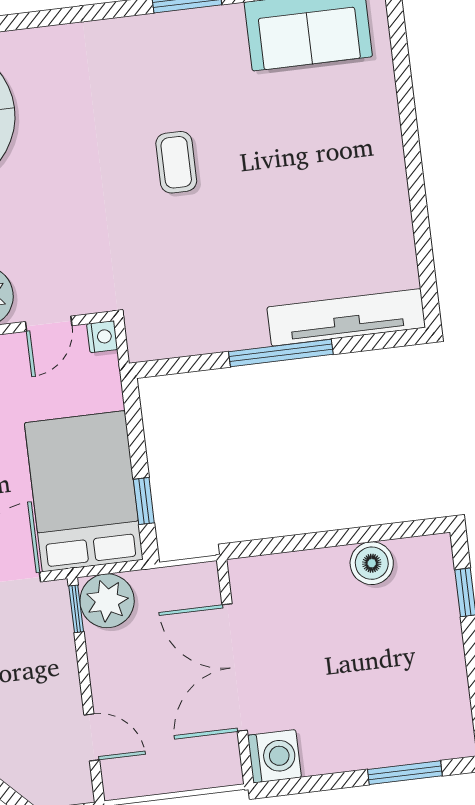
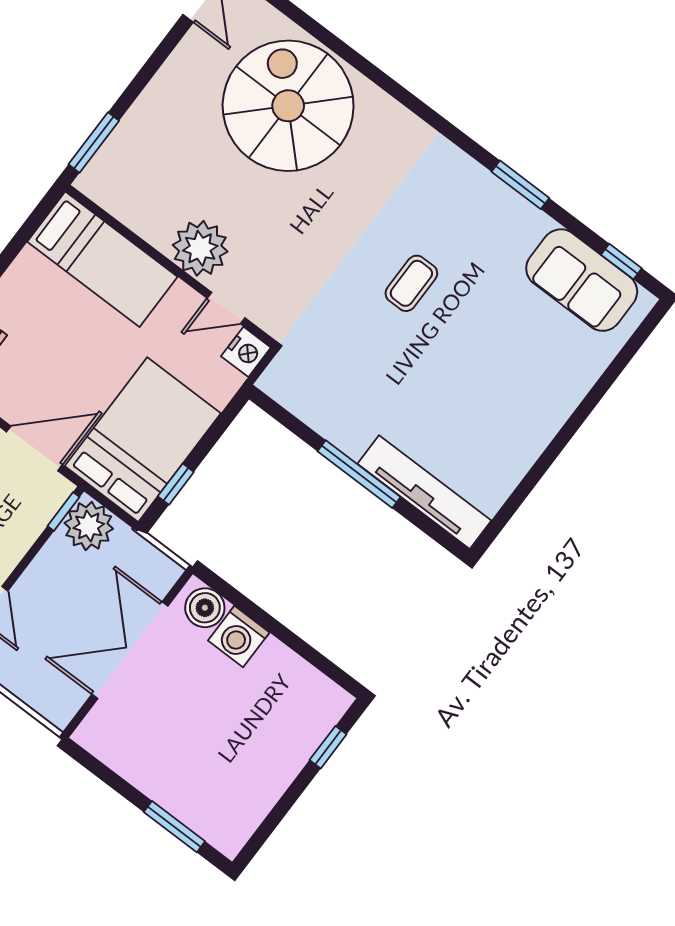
nightstand: (102, 337) -> (246, 352), width x1.39, depth x1.35
boiler: (372, 563) -> (205, 608), moved
washing machine: (274, 756) -> (239, 637), moved, turned 90

